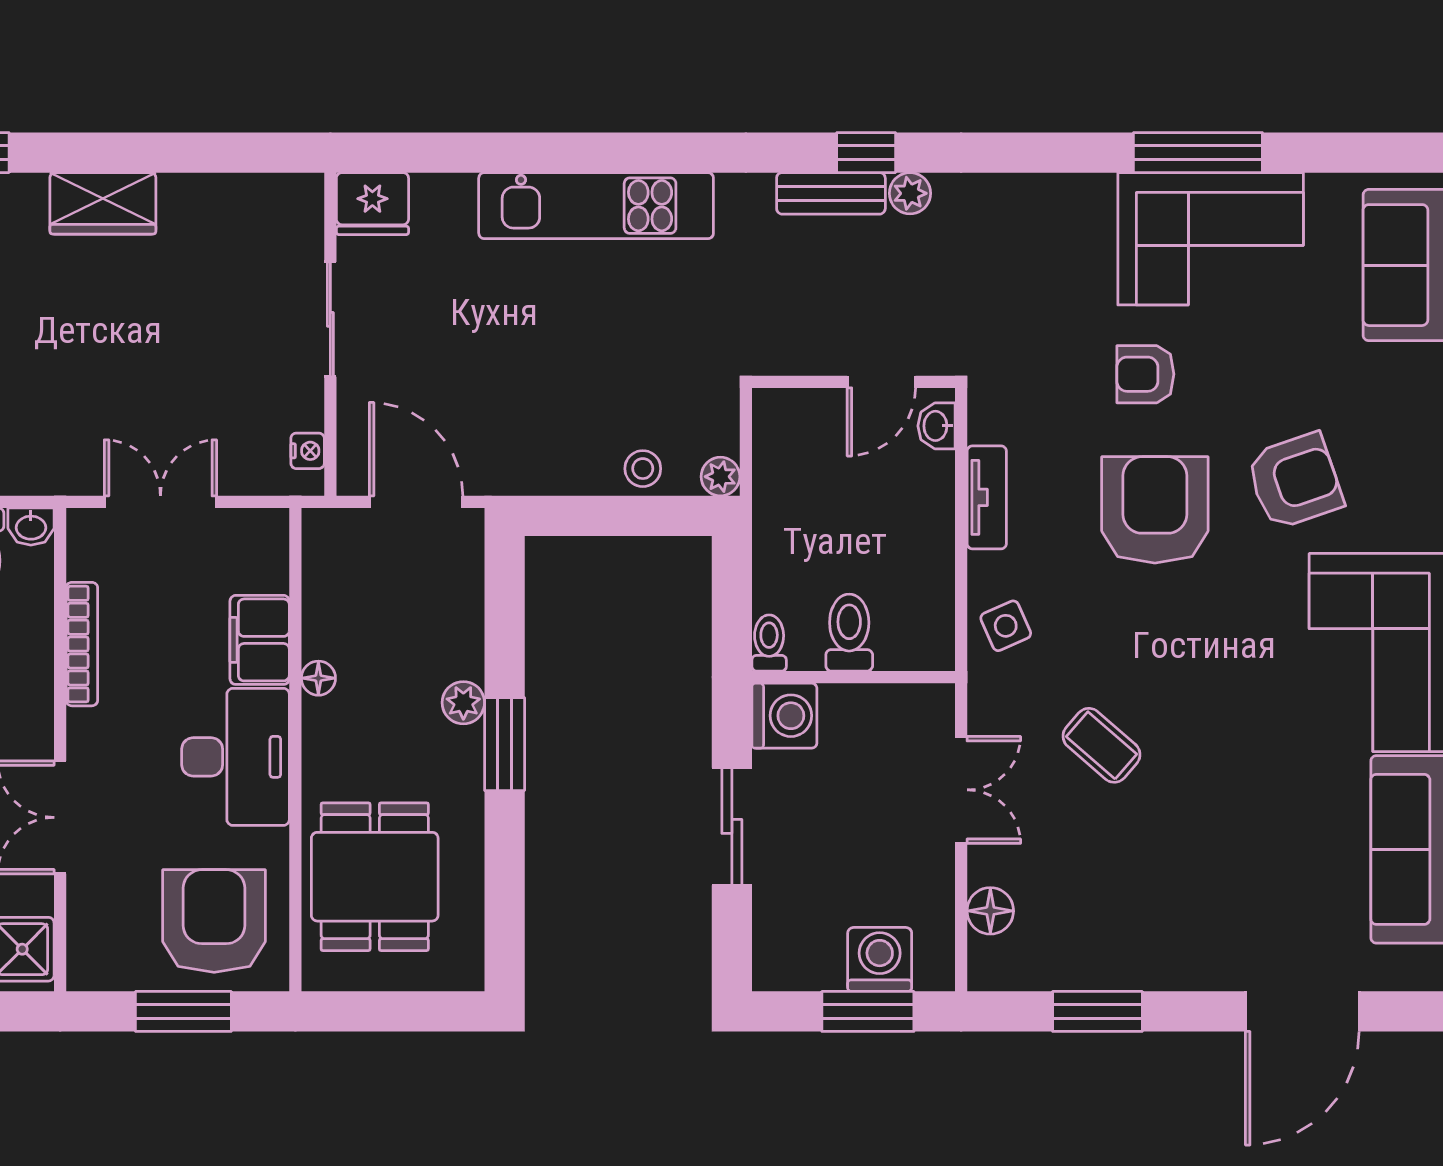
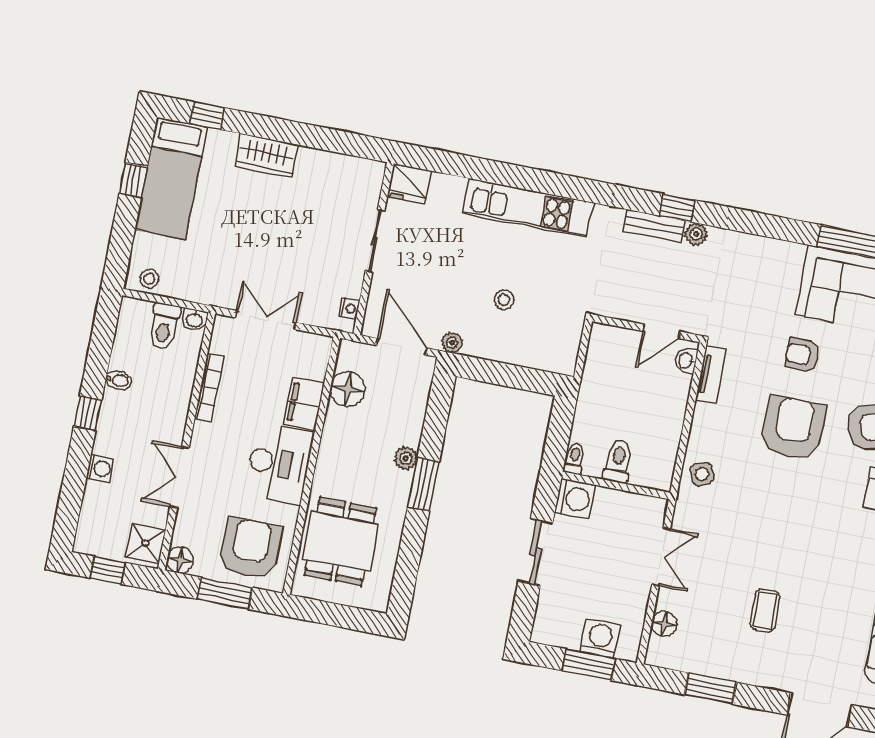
stool: (643, 469) -> (504, 300), moved
plant: (720, 477) -> (452, 343), moved
tv unit: (987, 497) -> (711, 375), moved
floor lamp: (318, 678) -> (348, 389), moved, width x1.89, depth x1.89
coffee table: (1101, 745) -> (765, 611), moved, turned 48
floor lamp: (91, 967) -> (180, 560), added

